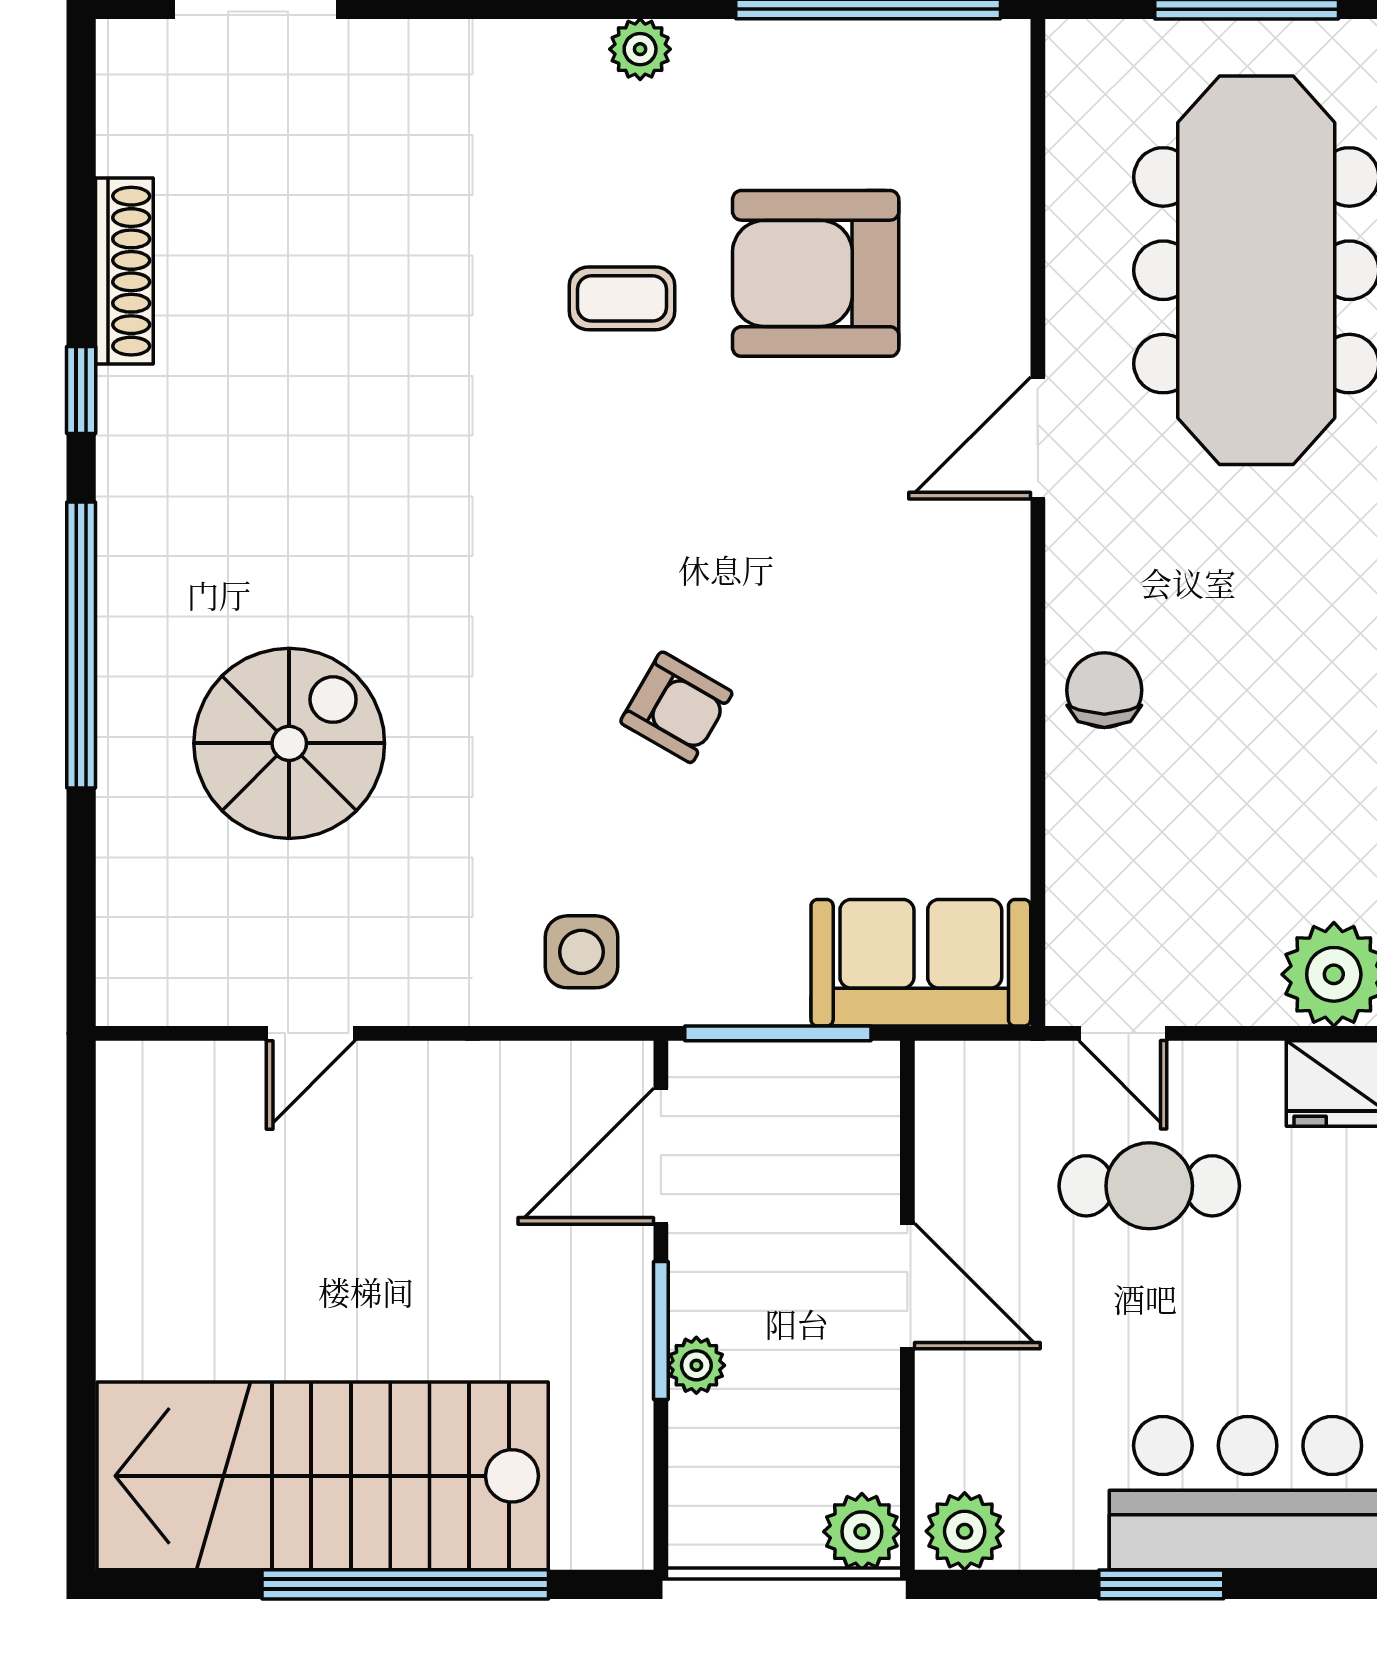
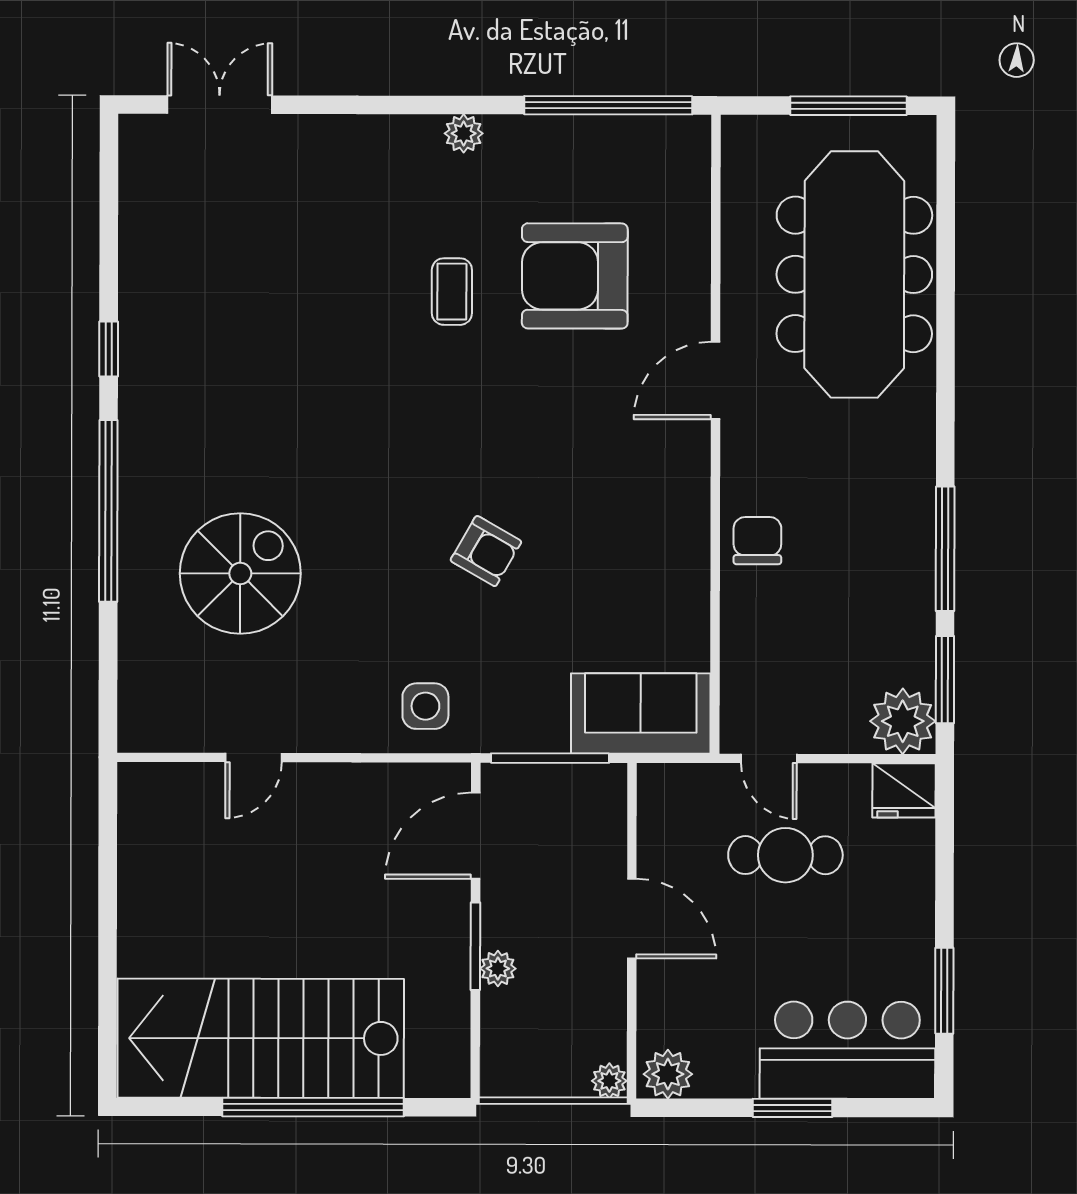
shoe rack: (124, 271) -> (136, 274), removed
coffee table: (622, 298) -> (452, 292), turned 90
plant: (862, 1532) -> (609, 1081), width x0.73, depth x0.73

